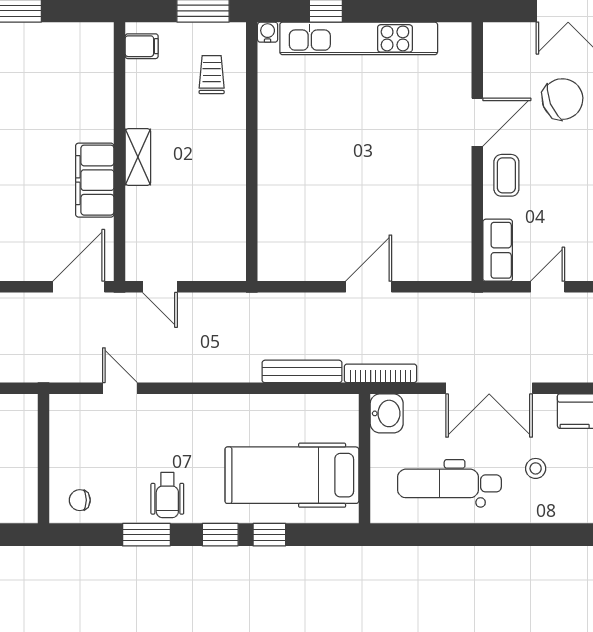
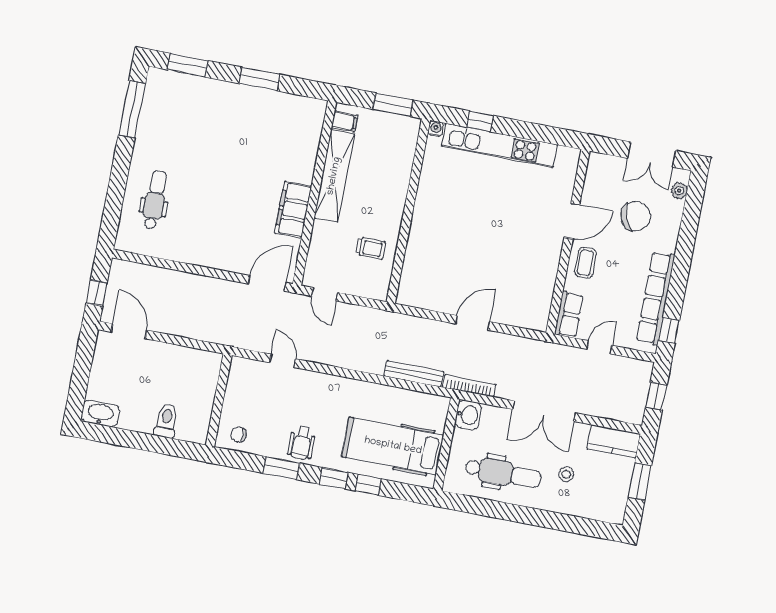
trolley: (212, 75) -> (370, 248), moved, turned 90
shelving: (138, 157) -> (334, 176), width x2.20, depth x1.33
dental chair: (449, 483) -> (503, 473), turned 180

